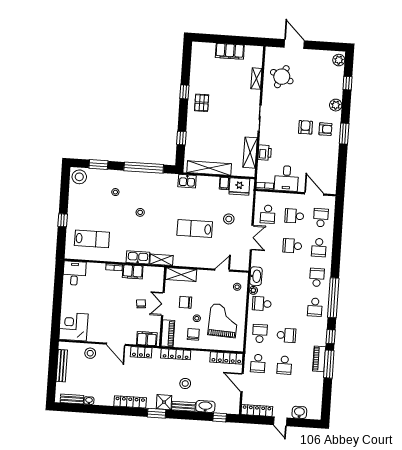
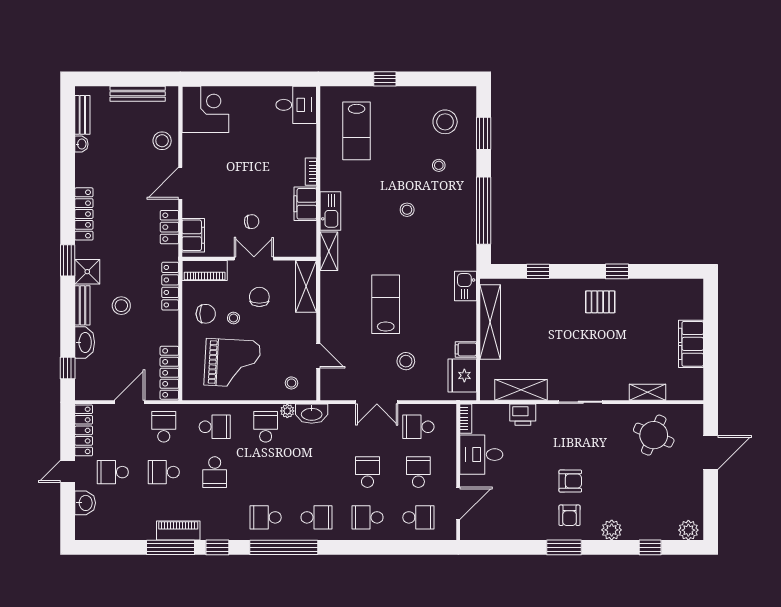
stool: (79, 177) -> (445, 122), moved
school desk: (258, 363) -> (164, 427), turned 90
school desk: (282, 395) -> (113, 472), added

